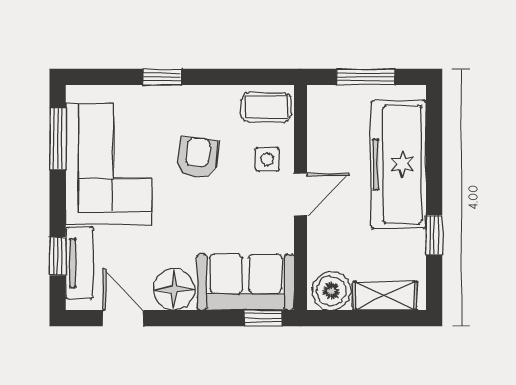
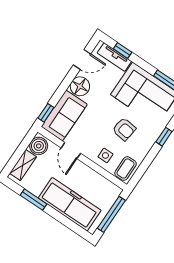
window: (366, 77) -> (111, 214), width x1.44
door: (301, 195) -> (71, 151), moved
window: (434, 235) -> (33, 200), width x1.50

